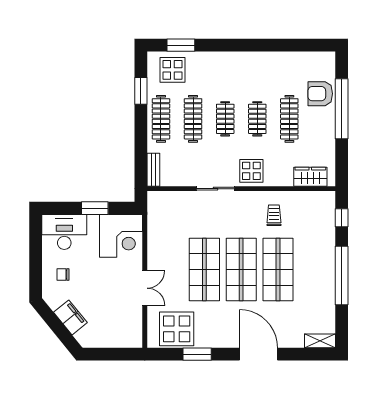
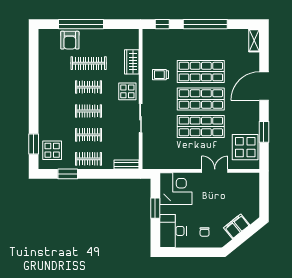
clothes rail: (161, 119) -> (89, 159), width x0.73
clothes rail: (193, 119) -> (89, 135), width x0.73
wardrobe: (310, 177) -> (132, 62), moved

